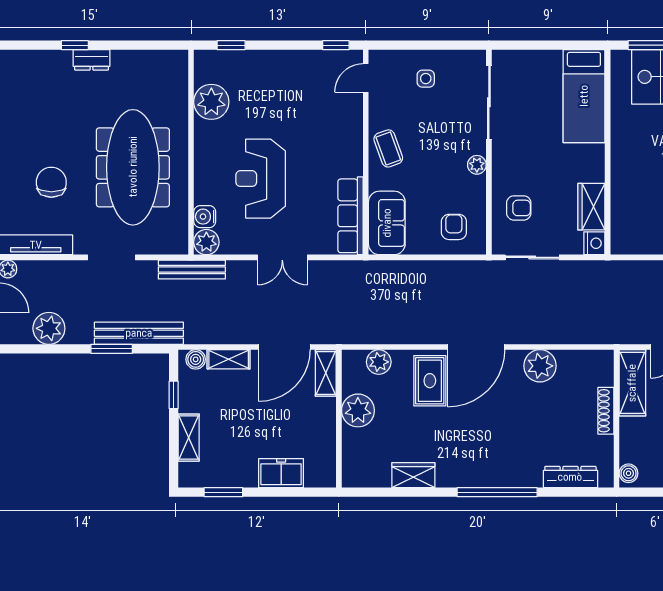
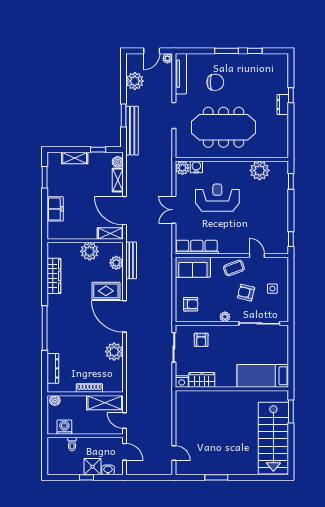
door: (366, 78) -> (257, 256), moved
armchair: (433, 126) -> (246, 293), added
bench: (192, 270) -> (131, 260), moved
wardrobe: (413, 475) -> (54, 276), width x1.50

